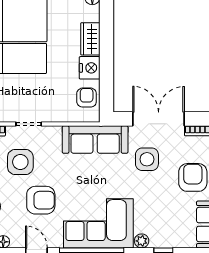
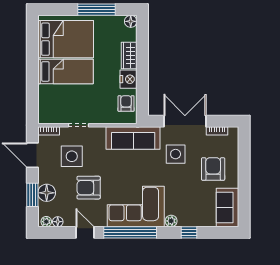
armchair: (41, 200) -> (89, 188), turned 180

